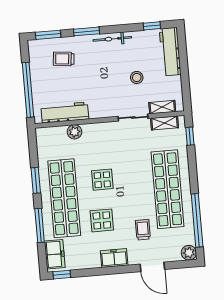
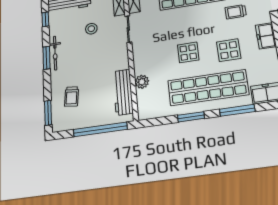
window: (86, 31) -> (46, 58), moved

